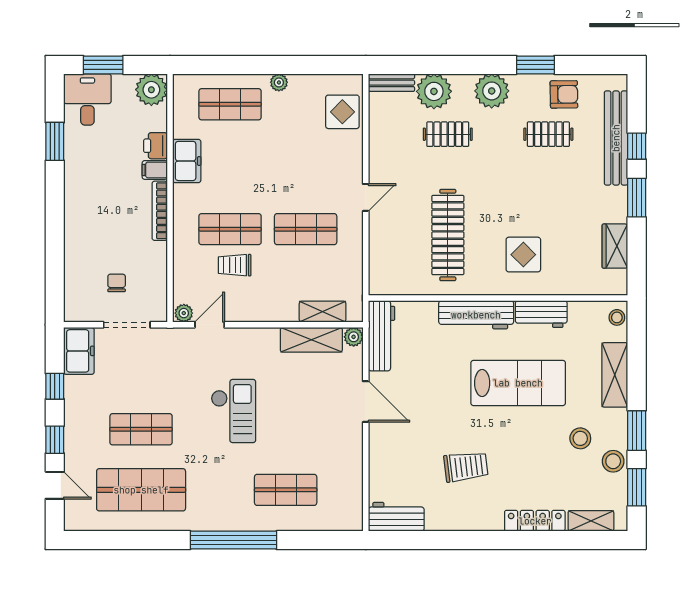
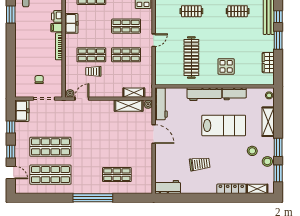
shop shelf: (306, 167) -> (126, 26), added
checkout: (233, 411) -> (93, 138), removed
shop shelf: (141, 429) -> (50, 147), width x1.43, depth x1.36

